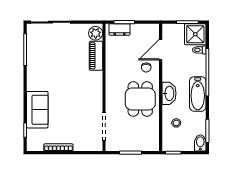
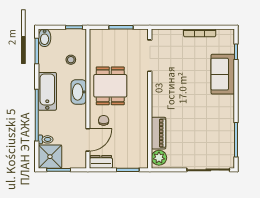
dresser: (120, 29) -> (101, 162), moved

